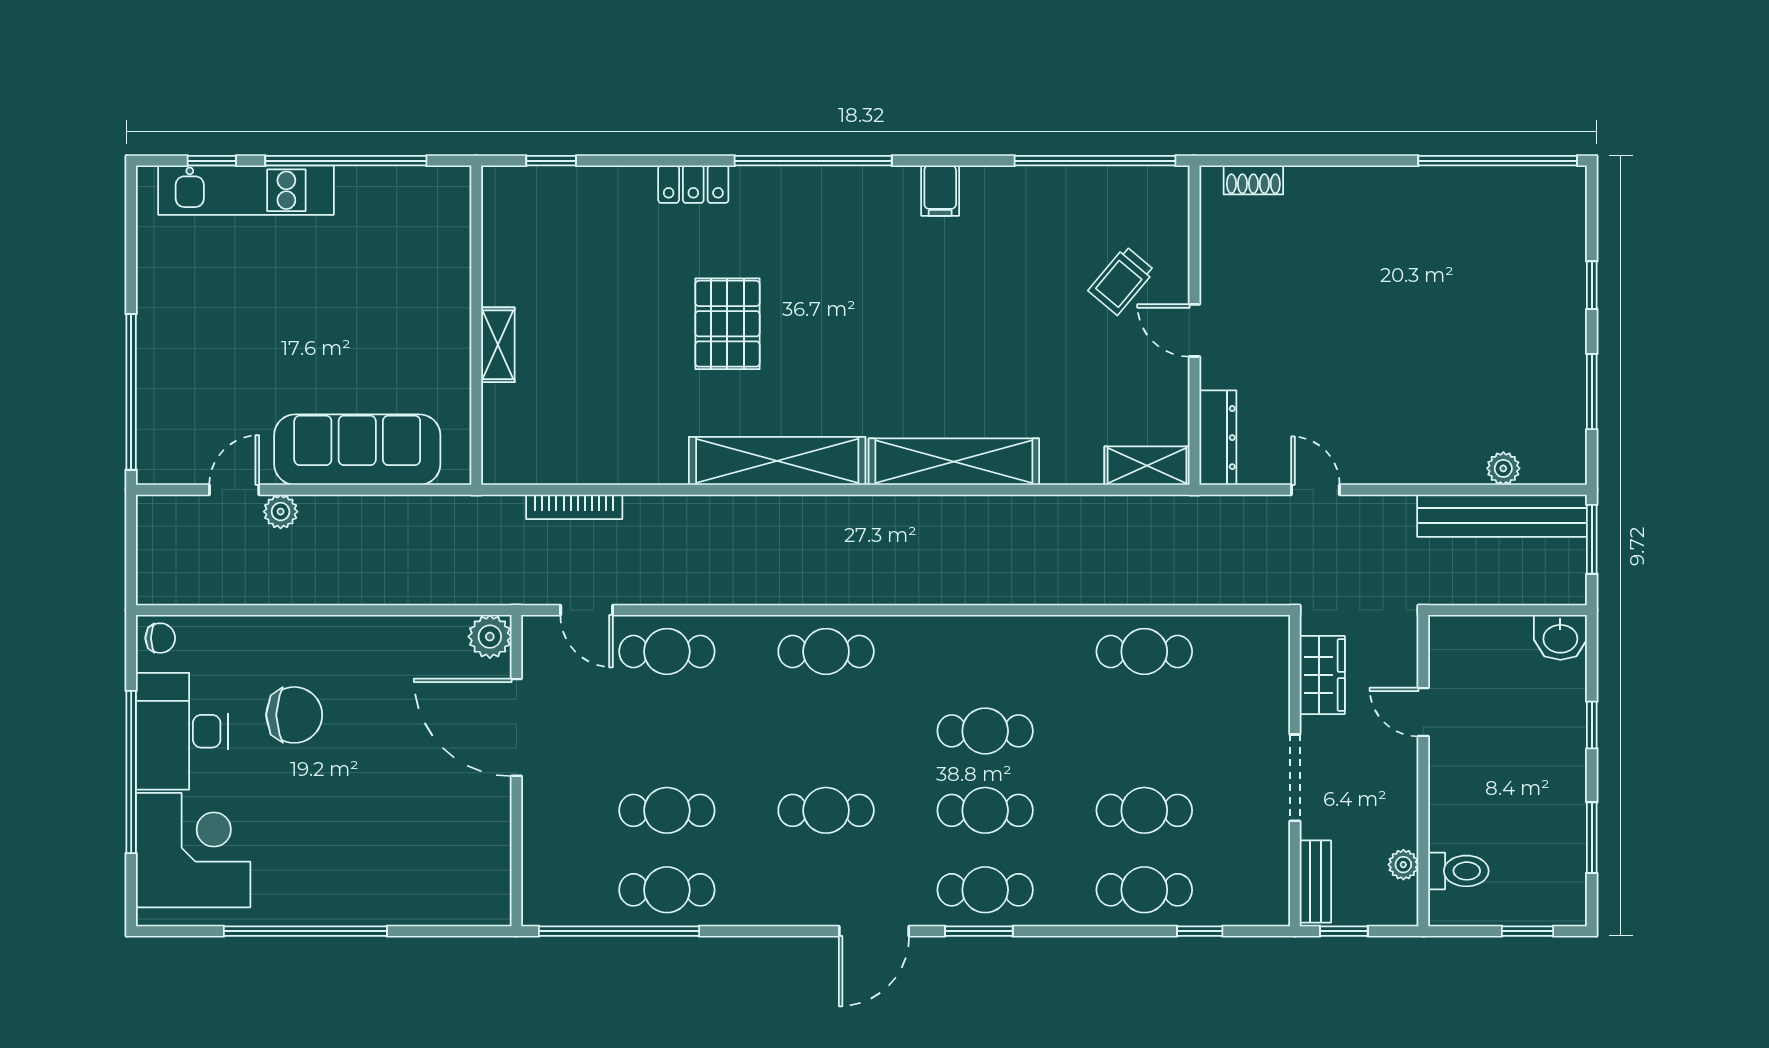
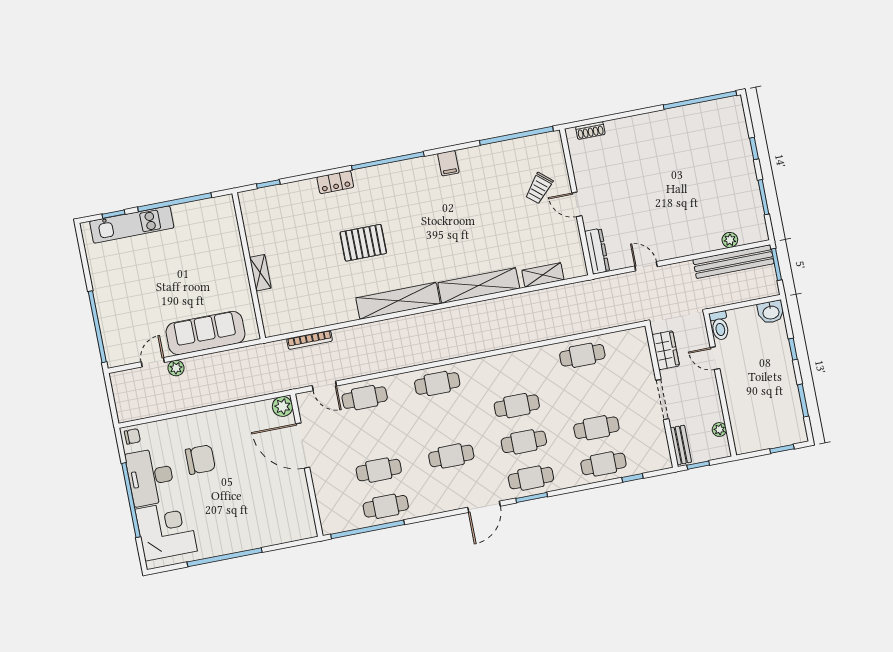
pallet: (727, 324) -> (363, 243), turned 90
shelving: (1147, 466) -> (543, 275), moved
toilet: (1458, 871) -> (720, 326), moved, turned 90

